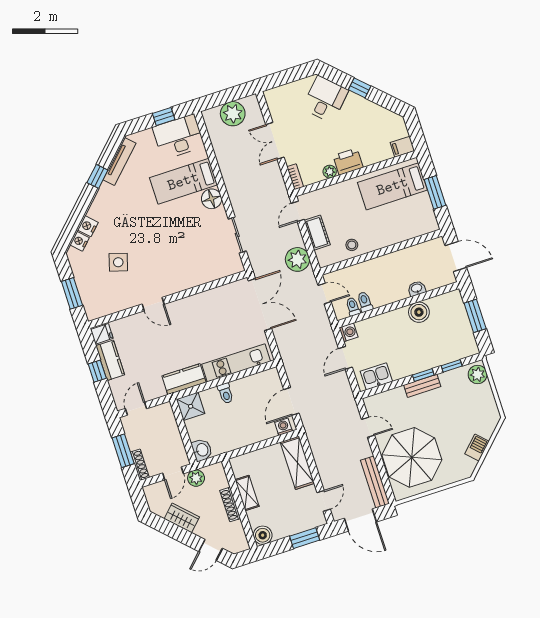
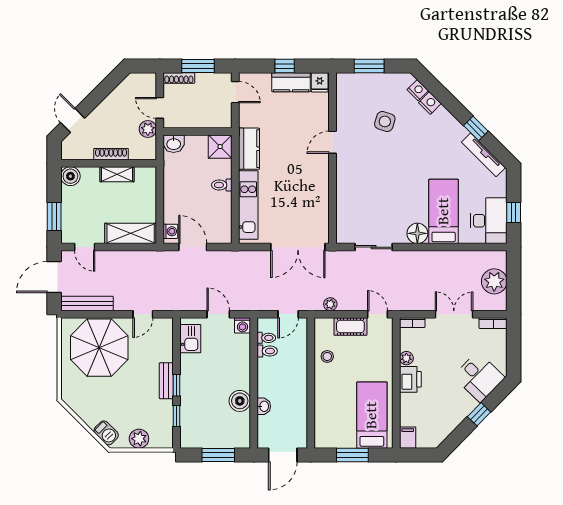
bookcase: (271, 102) -> (493, 323), added
plant: (297, 259) -> (330, 304), width x0.53, depth x0.53
plant: (478, 374) -> (139, 439), moved
barbecue: (477, 448) -> (106, 433), moved
wardrobe: (182, 518) -> (113, 102), removed

